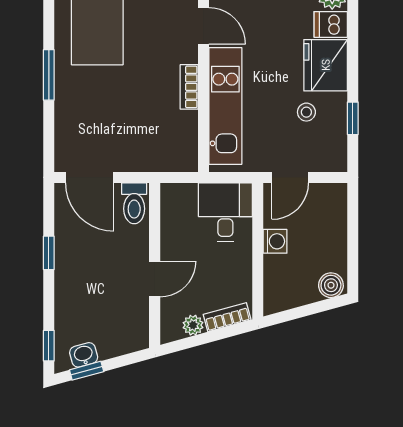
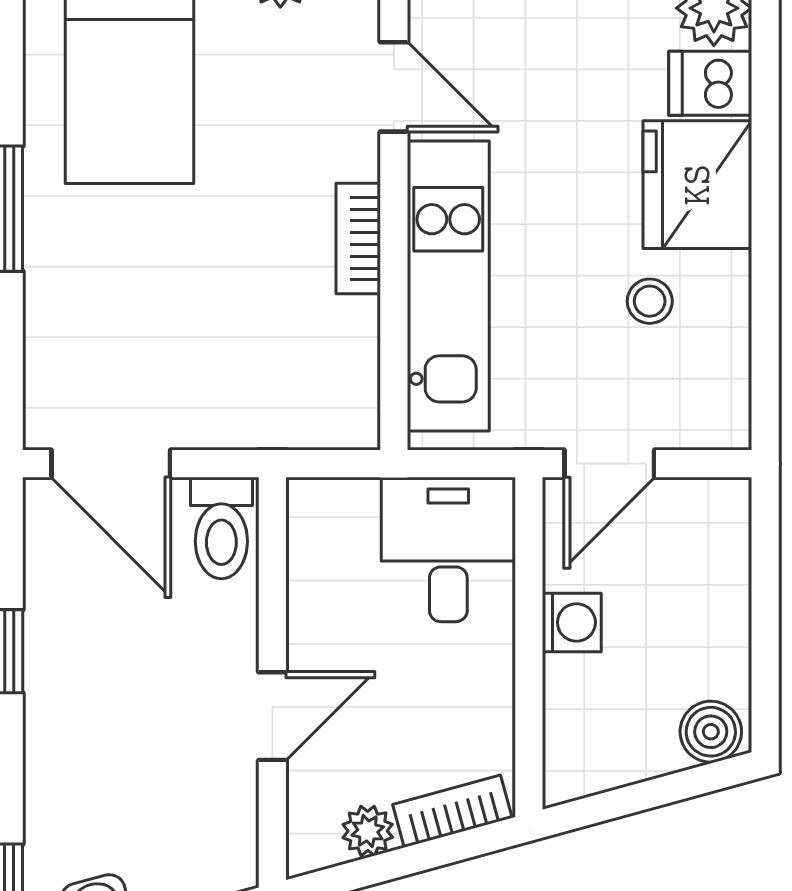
window: (353, 118) -> (765, 317), removed

